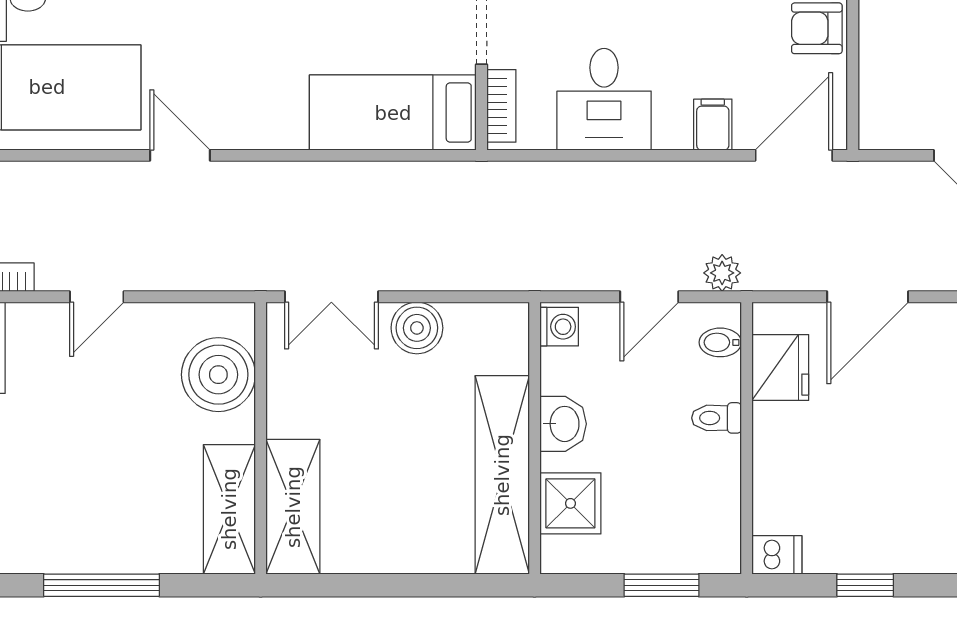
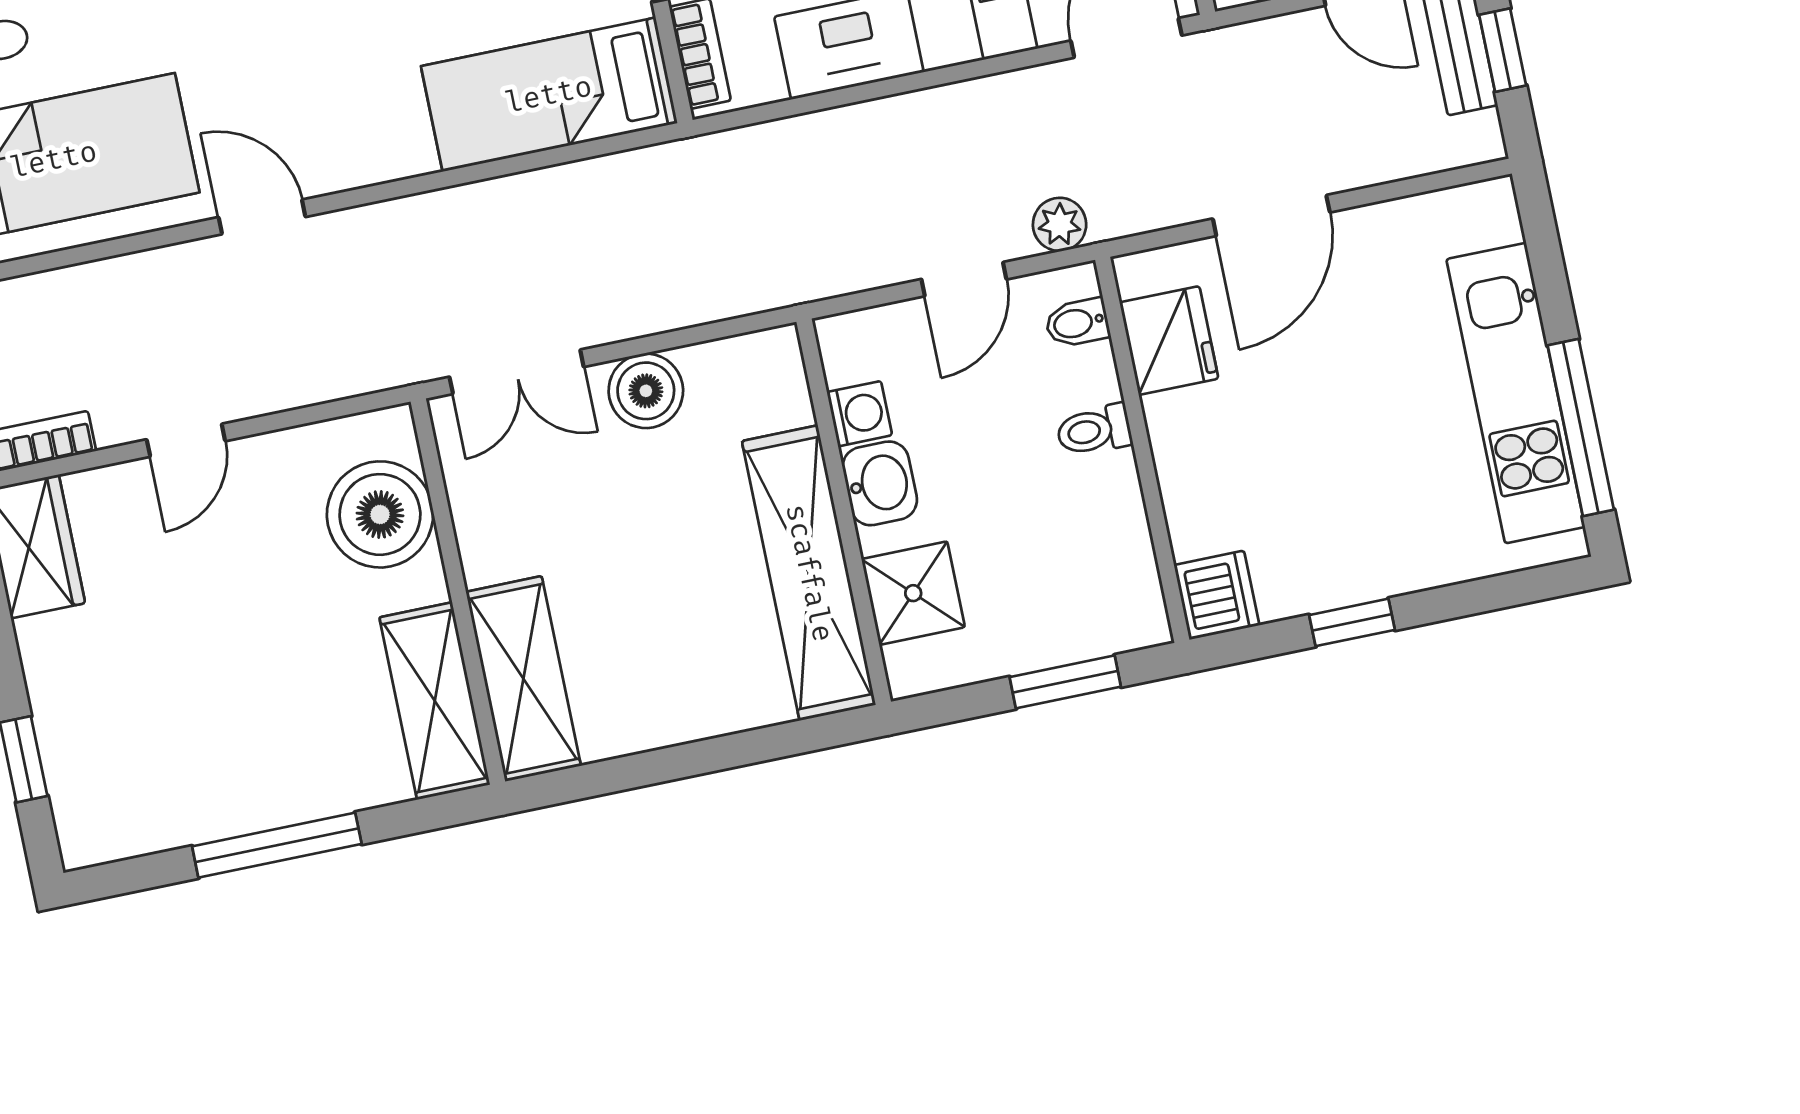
washing machine: (559, 327) -> (859, 414), moved
dishwasher: (777, 555) -> (1217, 595), width x1.38

